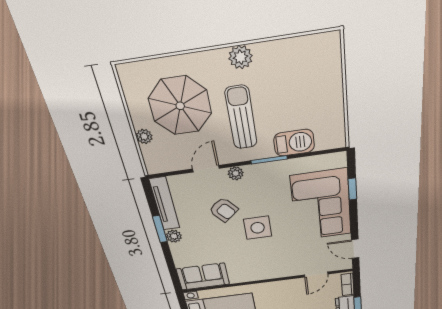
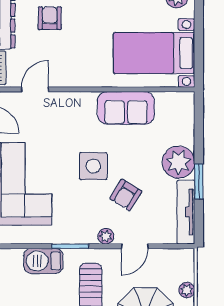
armchair: (224, 210) -> (126, 195), turned -108
plant: (174, 236) -> (179, 162), width x1.87, depth x1.87
sofa: (203, 277) -> (126, 108), moved

